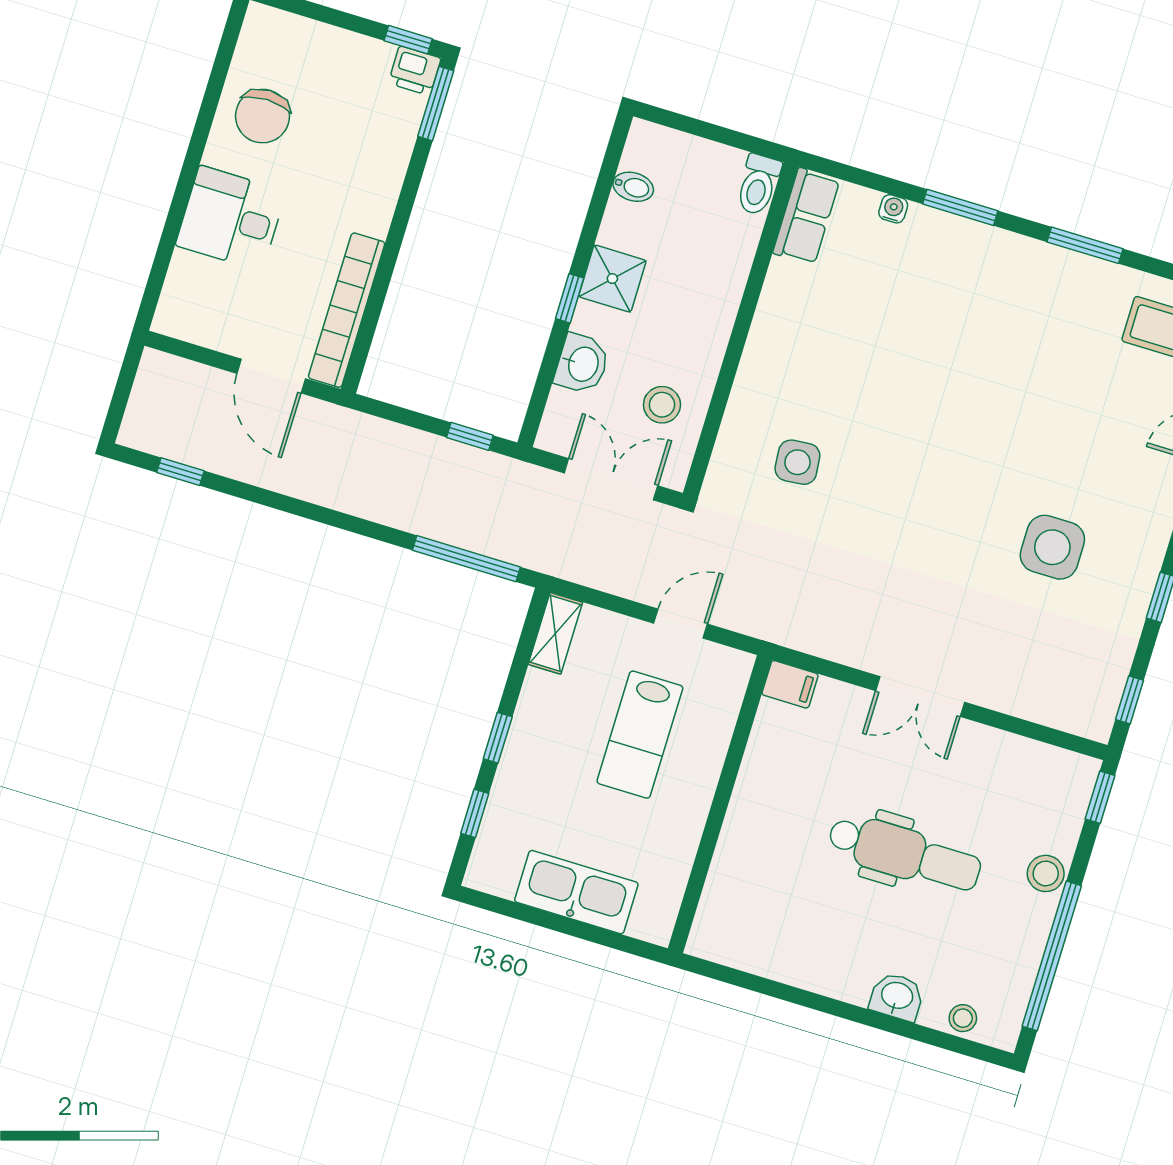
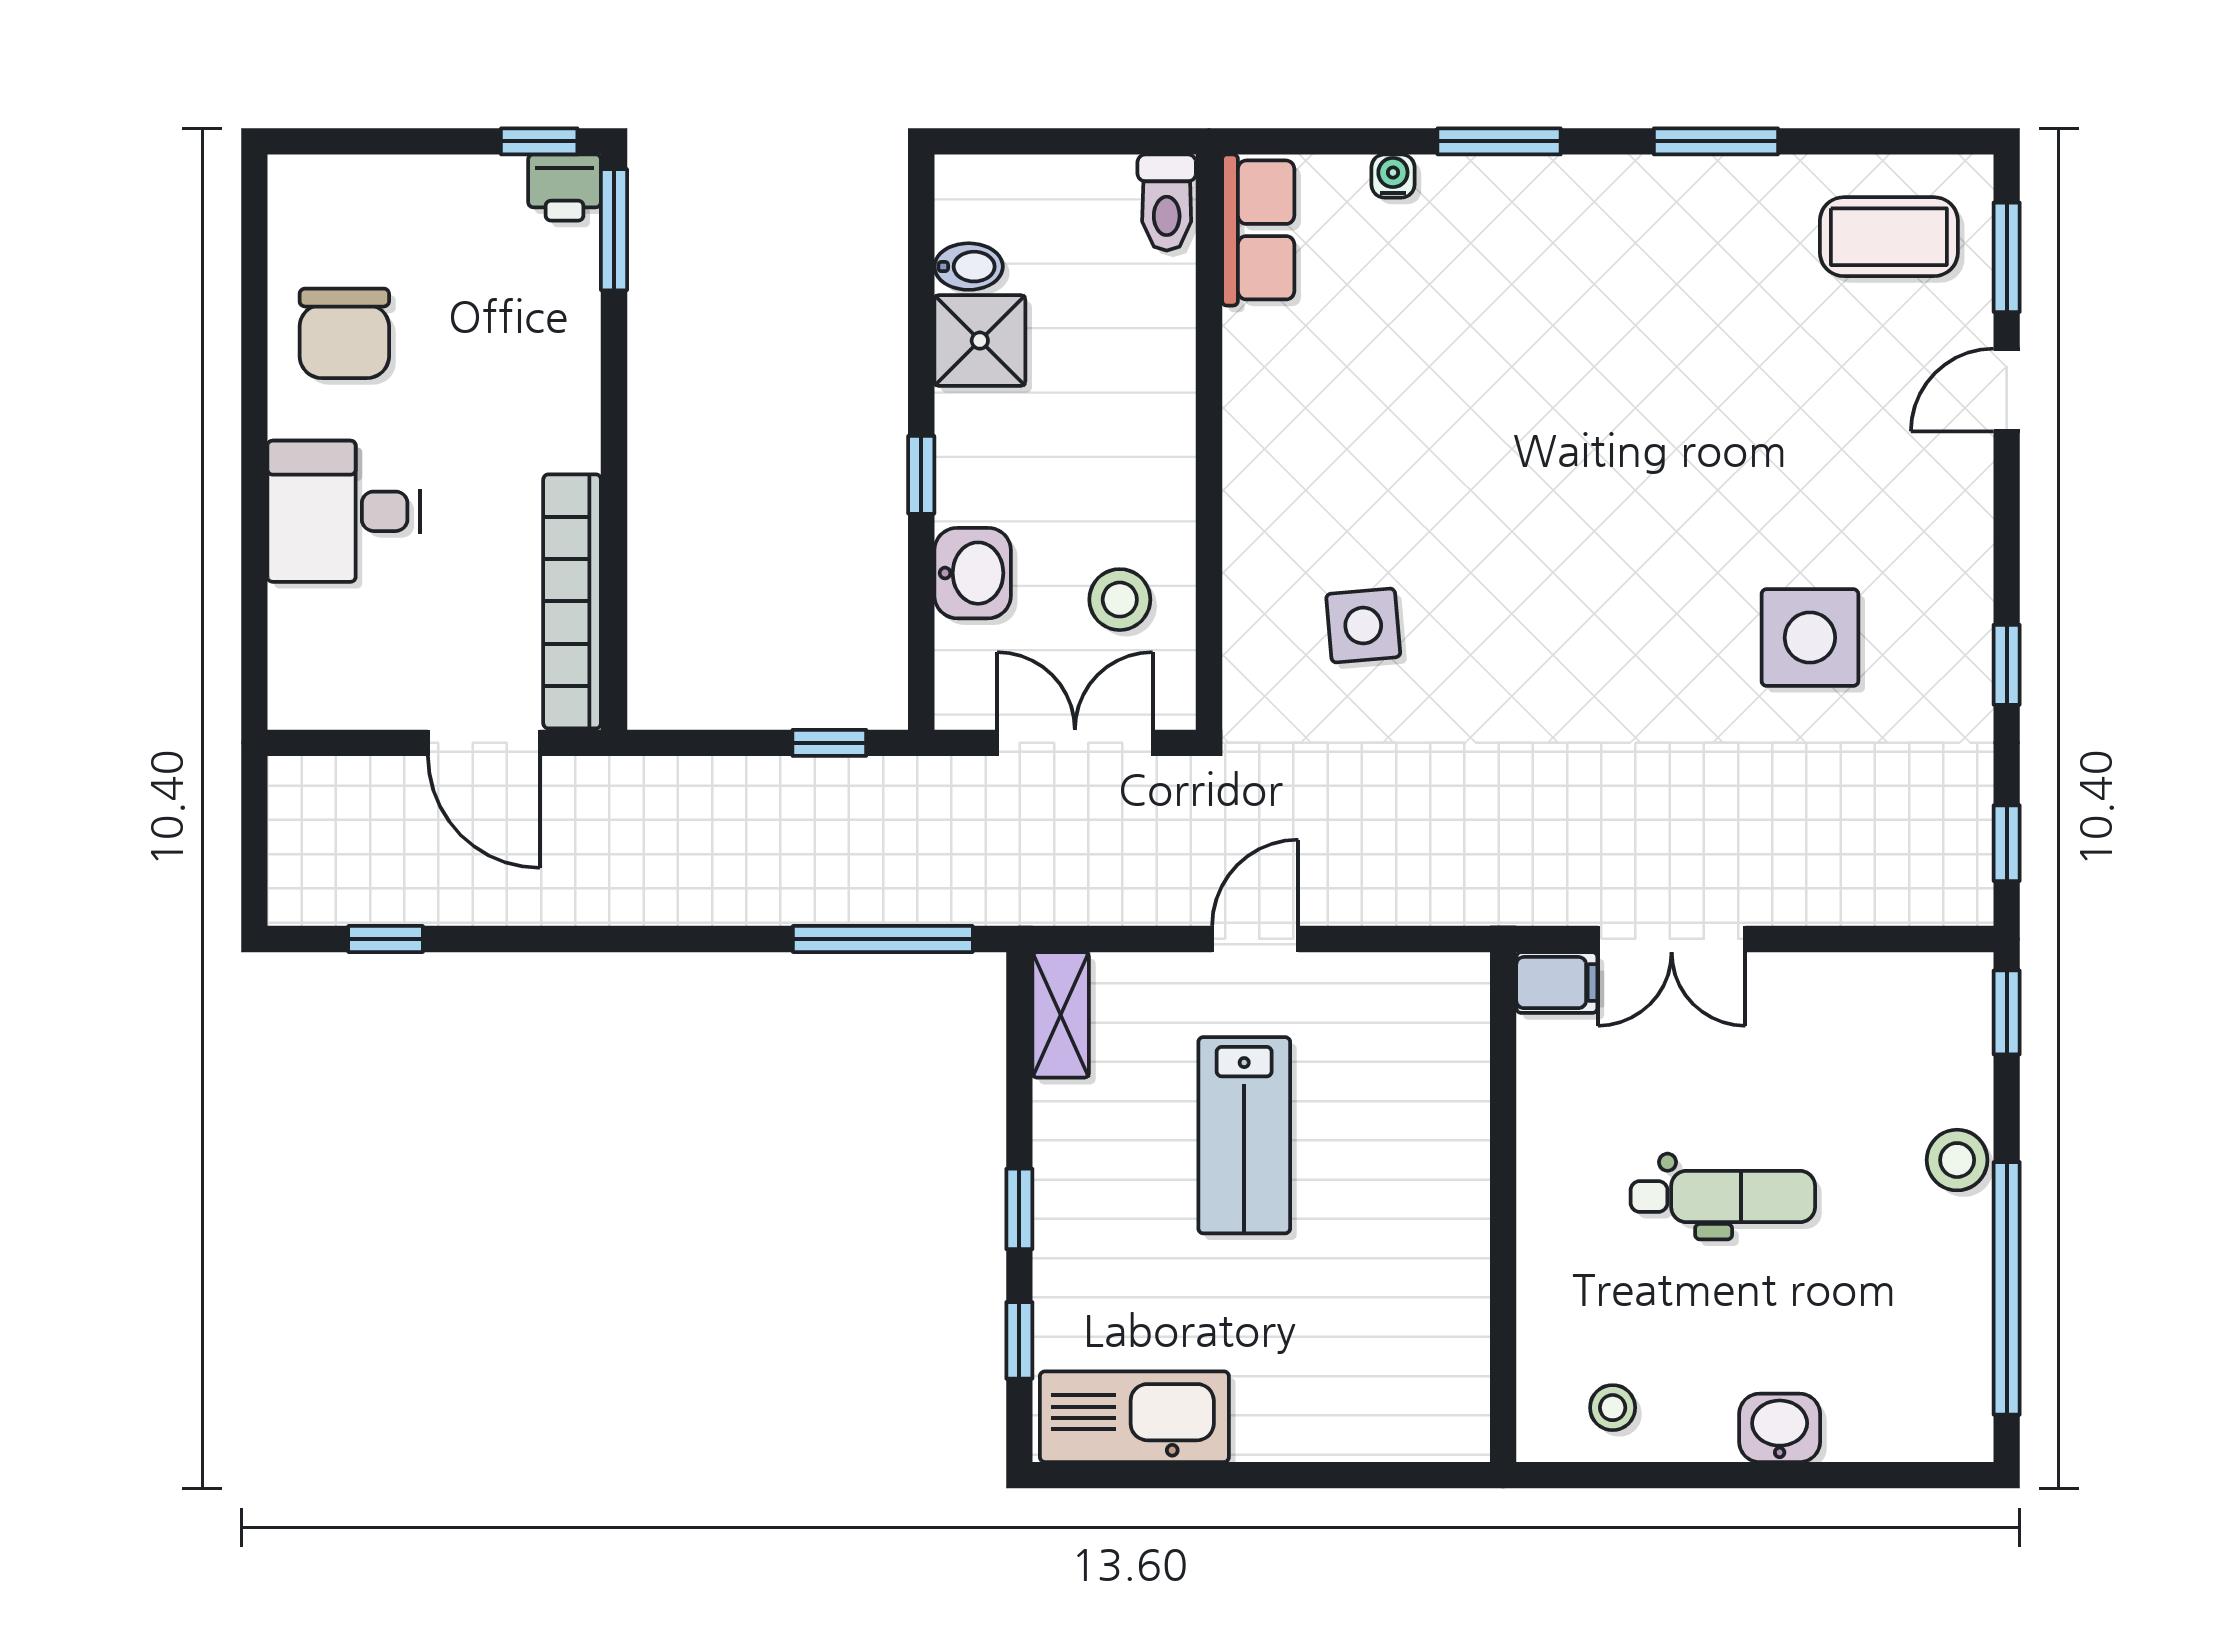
shower: (612, 279) -> (980, 341), moved
filing cabinet: (790, 684) -> (1557, 983), moved
wall: (720, 804) -> (1503, 1207), moved
dental chair: (905, 854) -> (1723, 1197), width x0.73, depth x0.72
kitchen sink: (576, 892) -> (1134, 1417), moved
stool: (963, 1018) -> (1613, 1408), moved

